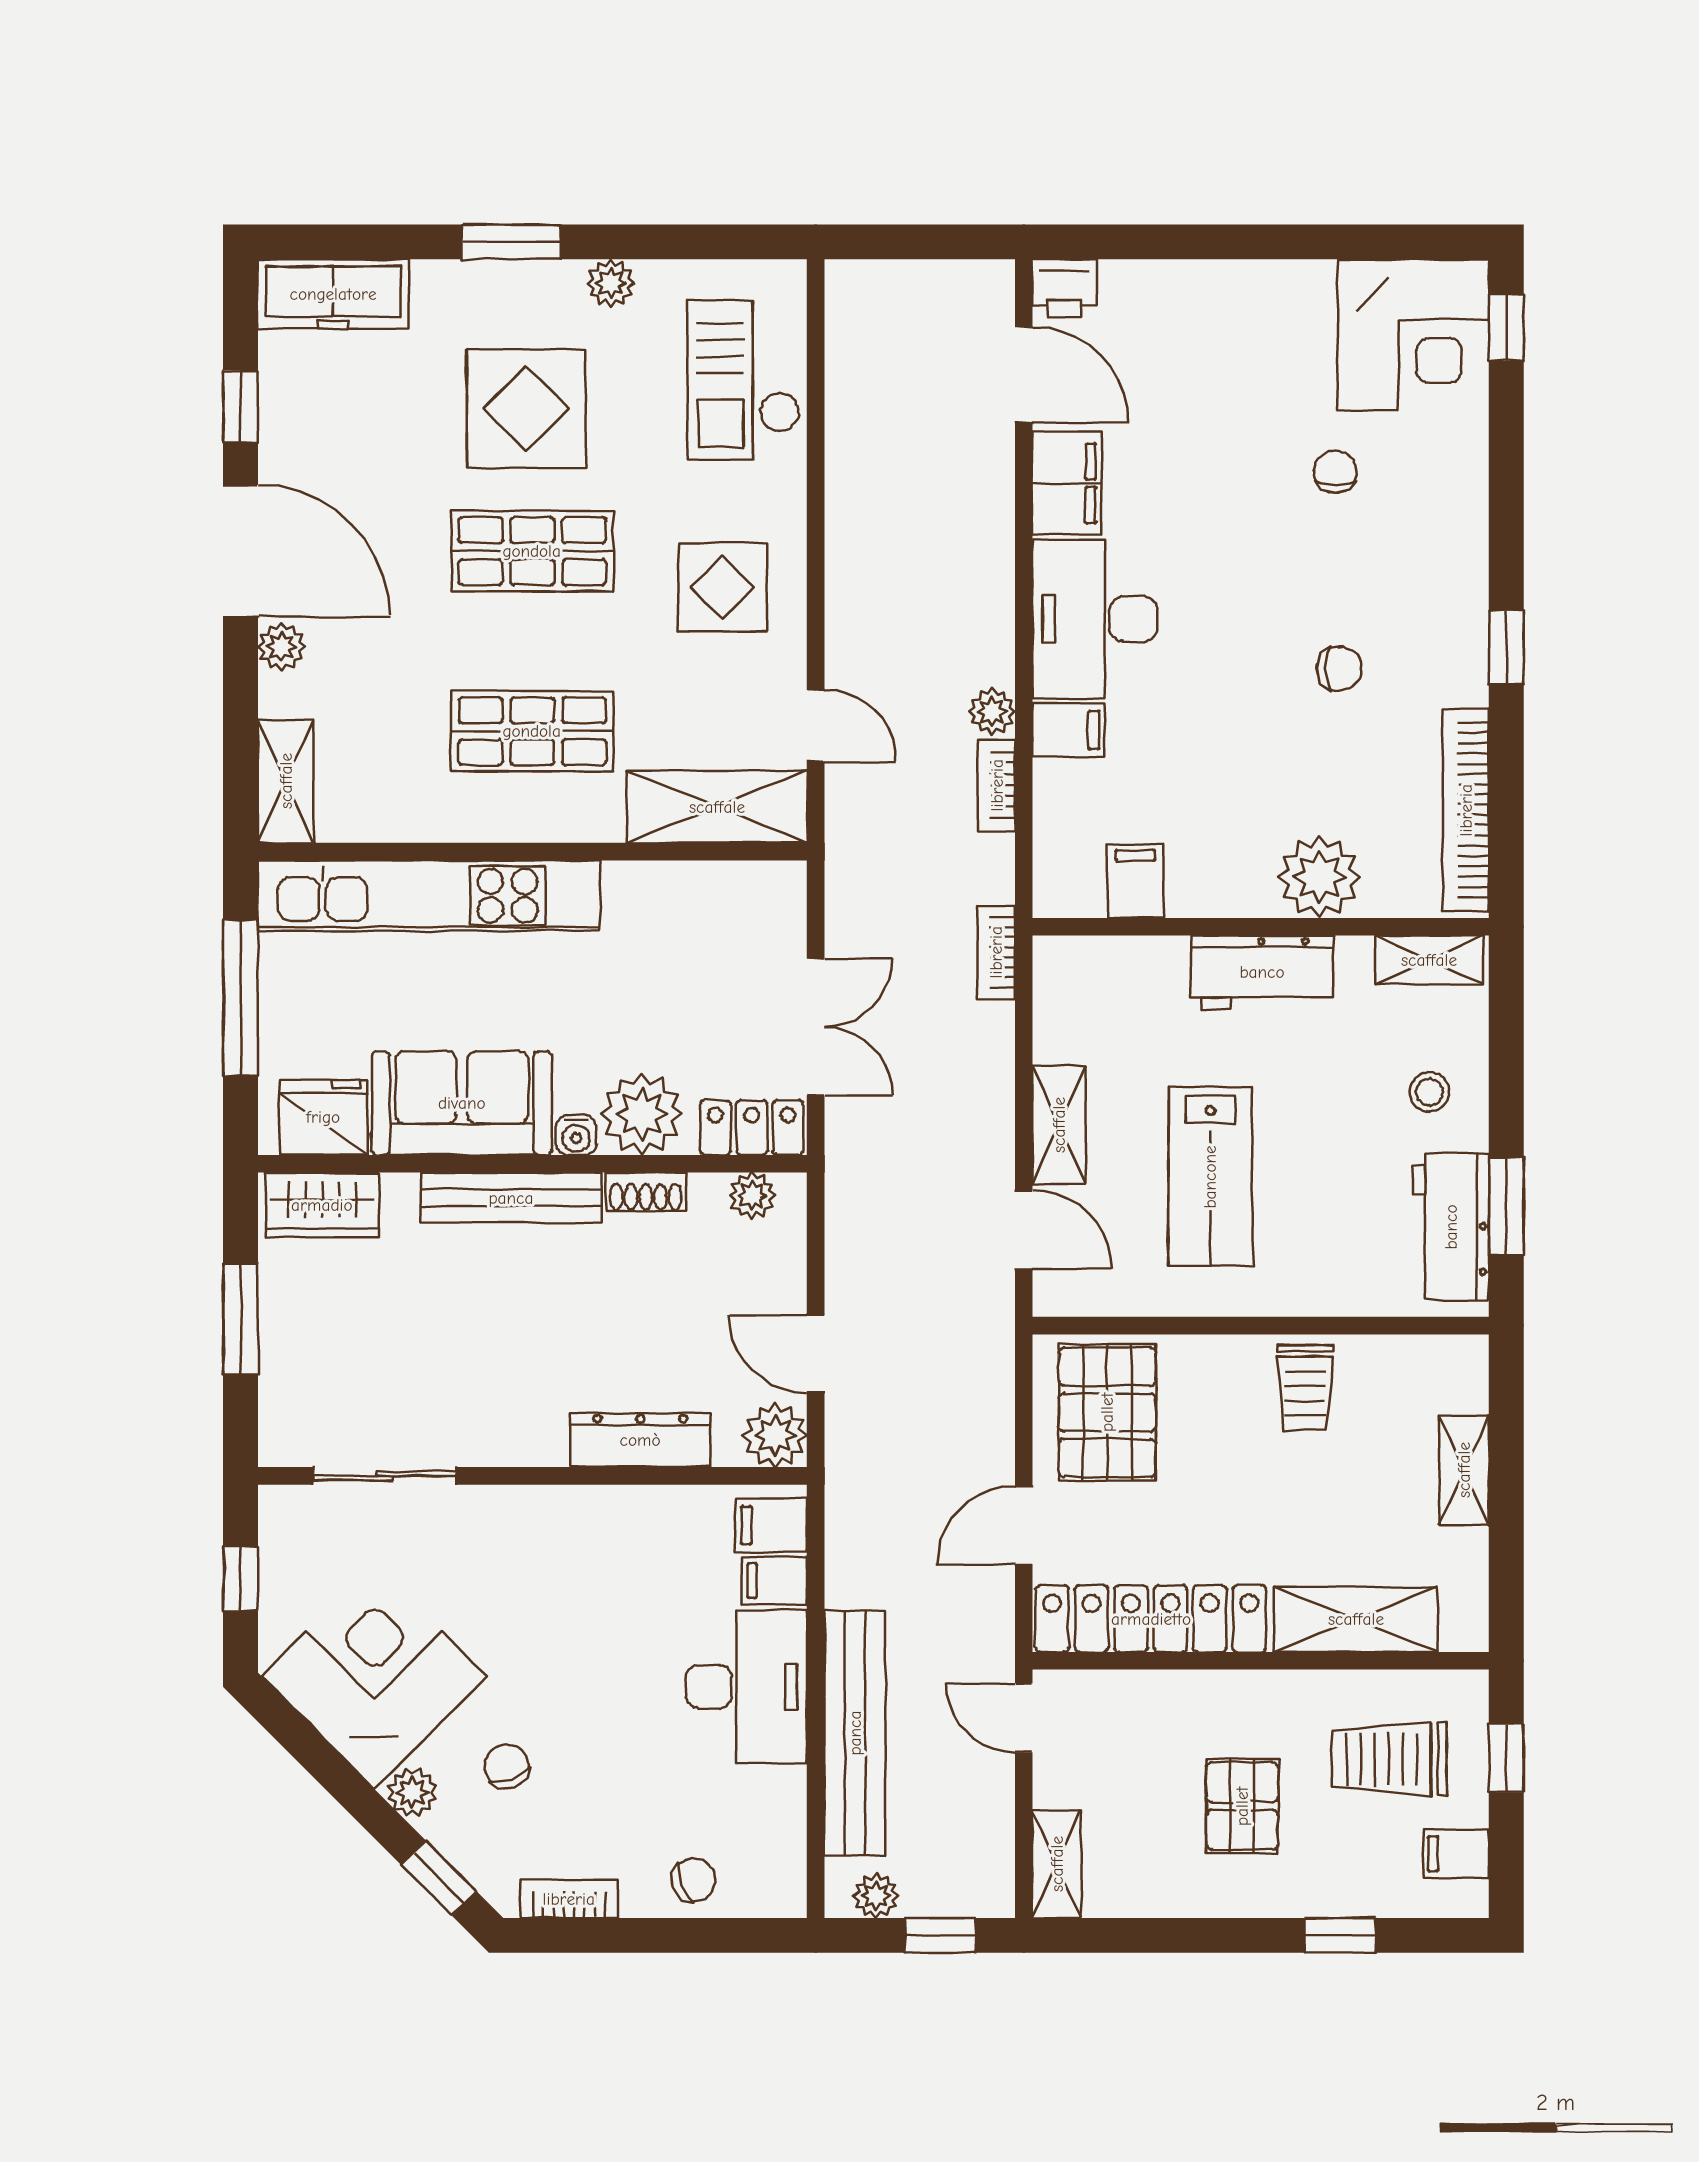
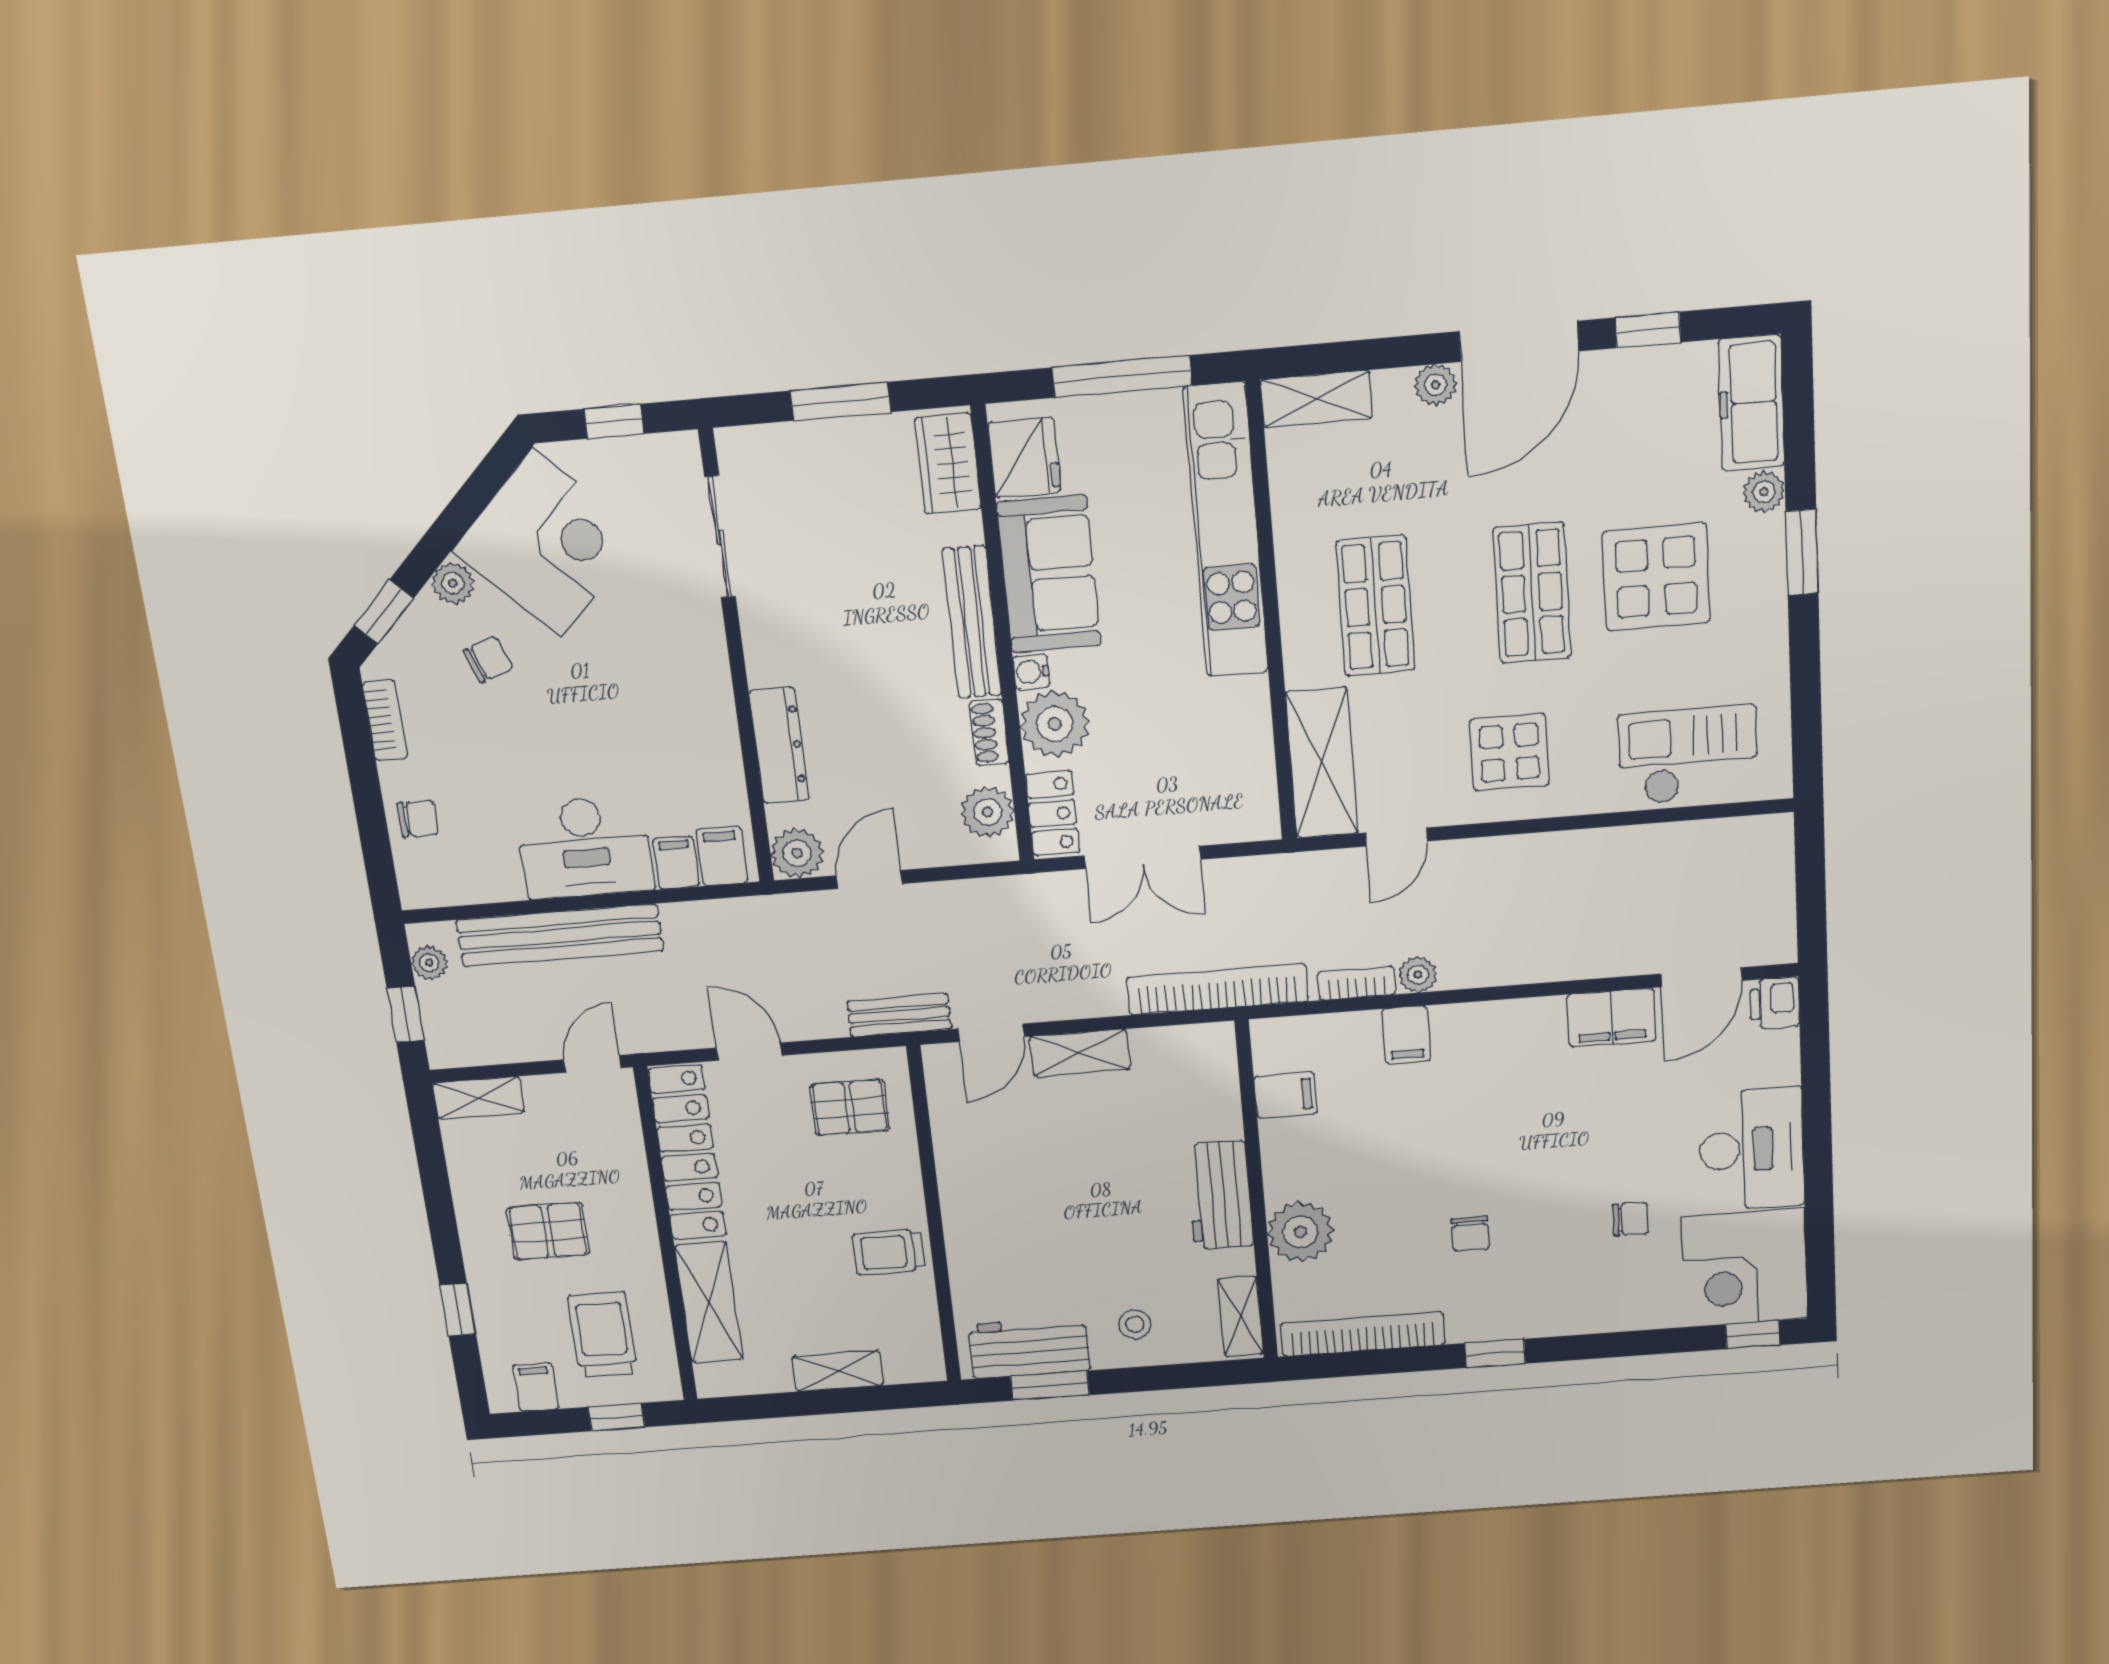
plant: (611, 283) -> (1764, 492), moved
desk: (1095, 619) -> (1752, 1149), moved, turned 90
bookcase: (996, 952) -> (1217, 989), width x2.31, depth x1.31
lab bench: (1210, 1177) -> (1050, 1170), removed
plant: (752, 1196) -> (987, 812), width x1.38, depth x1.38
bench: (992, 1338) -> (899, 1015), added
pallet: (1107, 1412) -> (850, 1108), width x0.67, depth x0.71
chair: (694, 1880) -> (418, 819), turned -69

